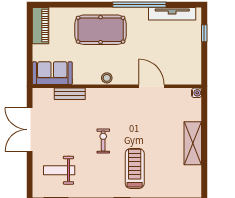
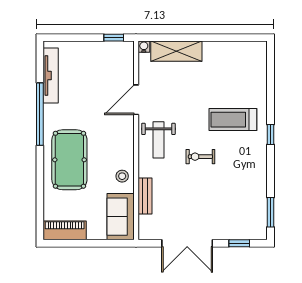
window: (204, 33) -> (114, 38), moved
stool: (107, 78) -> (122, 176), moved
shelving: (193, 143) -> (176, 51), moved
weight bench: (59, 170) -> (158, 140), moved
window: (30, 174) -> (239, 243), added

